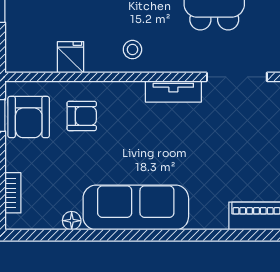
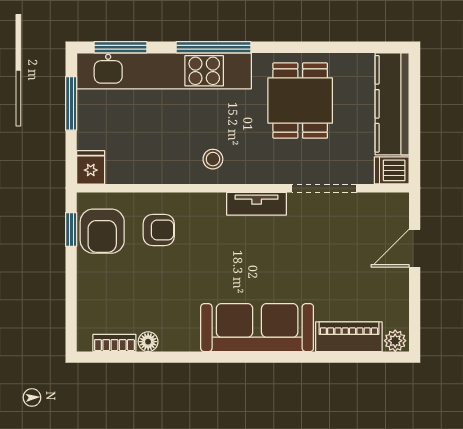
fridge: (71, 57) -> (91, 167), moved
bookcase: (13, 193) -> (114, 343), moved, turned -90
sofa: (136, 207) -> (257, 328), moved

